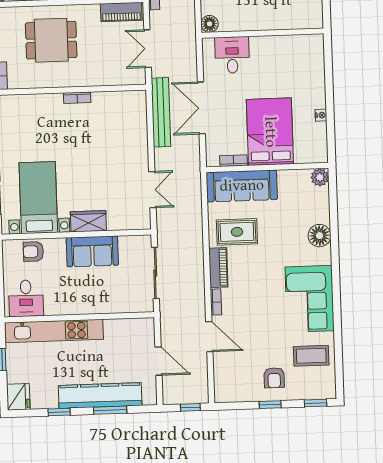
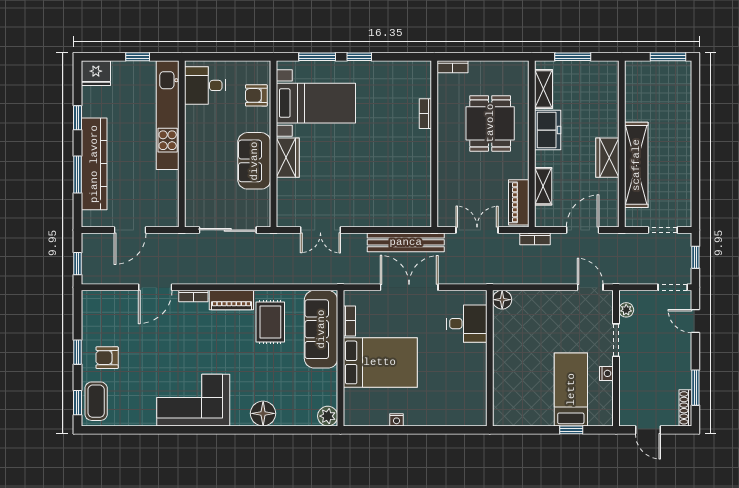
bookcase: (77, 98) -> (425, 114), moved
armchair: (33, 252) -> (256, 95), turned -90
coffee table: (311, 356) -> (96, 401), moved

